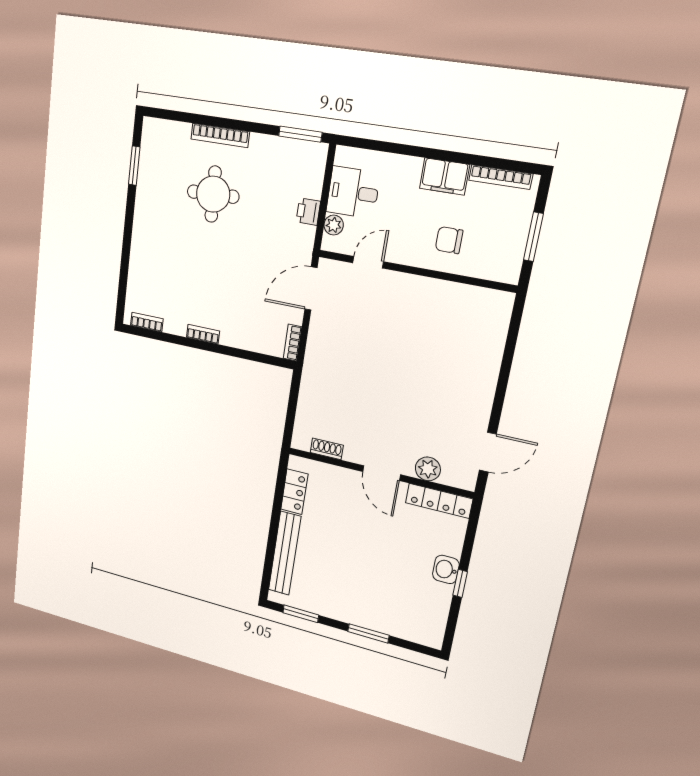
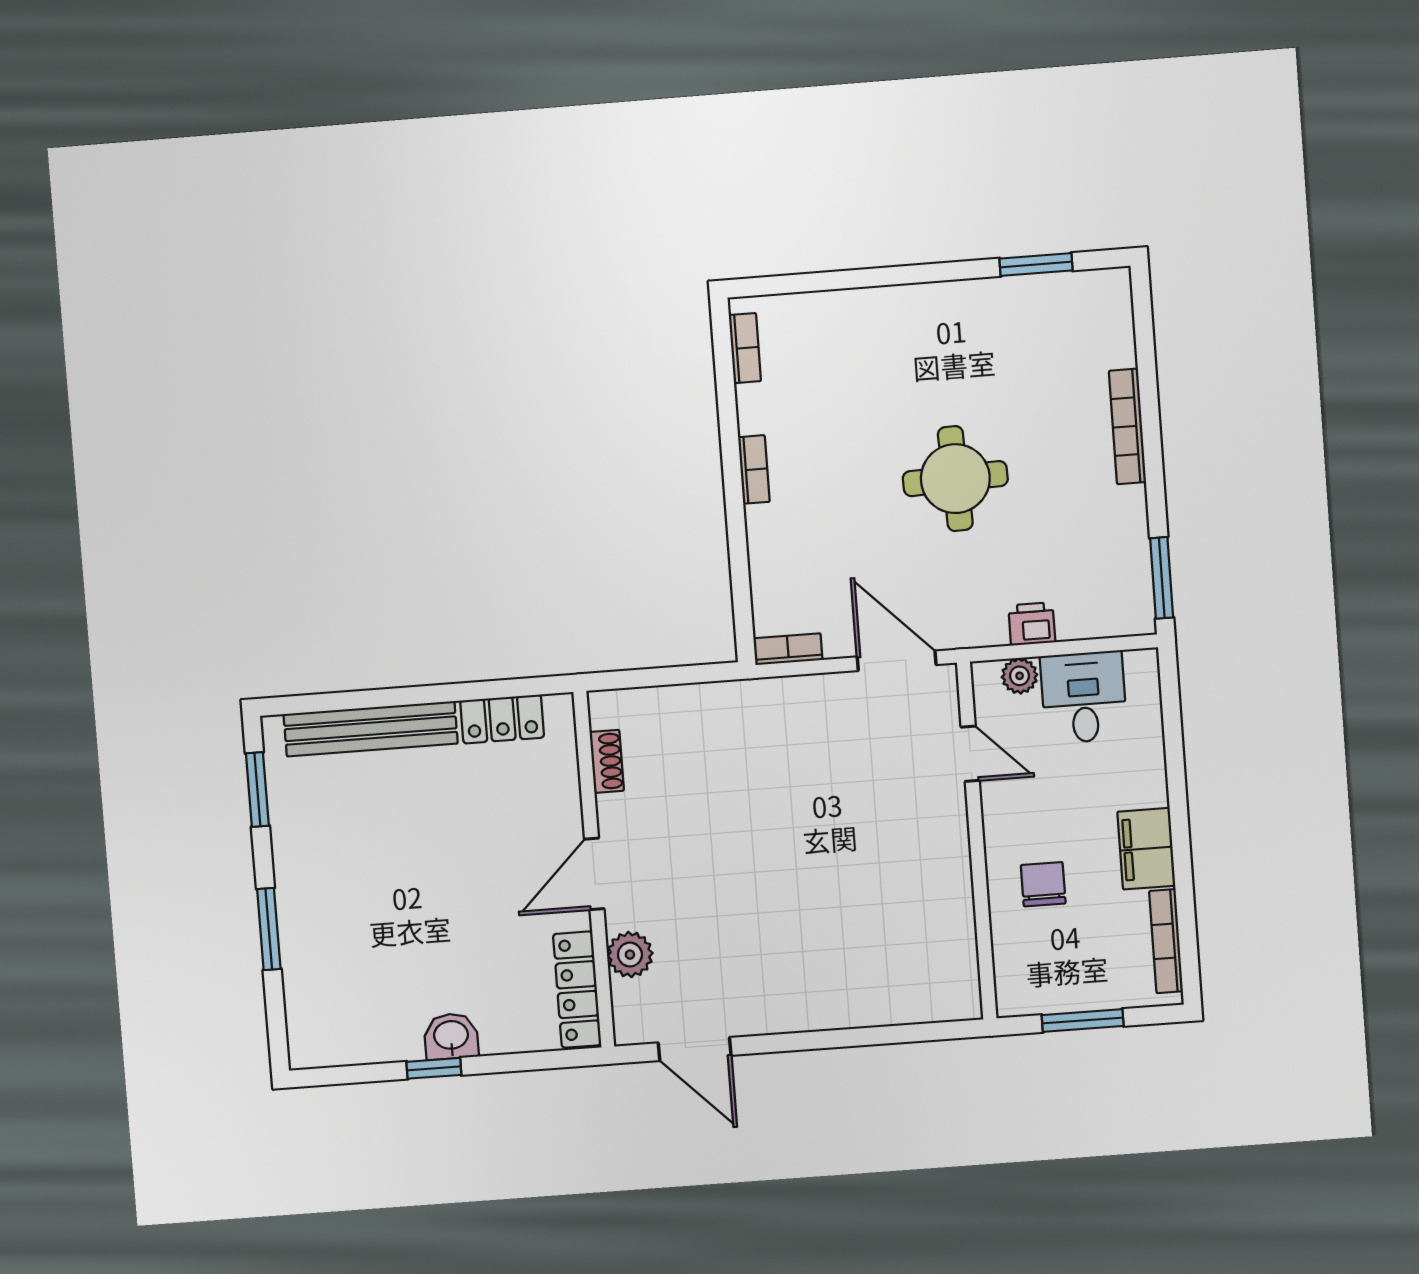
round table: (213, 194) -> (955, 479), moved

